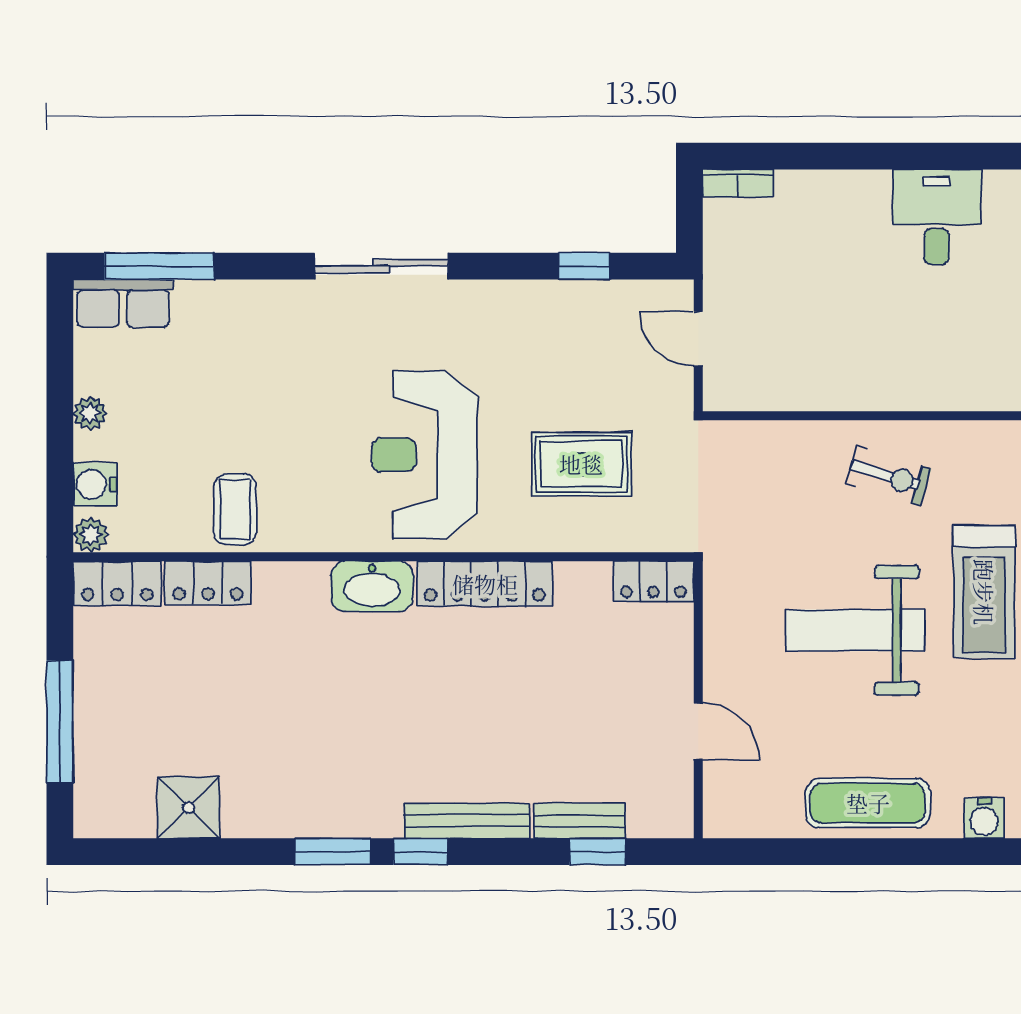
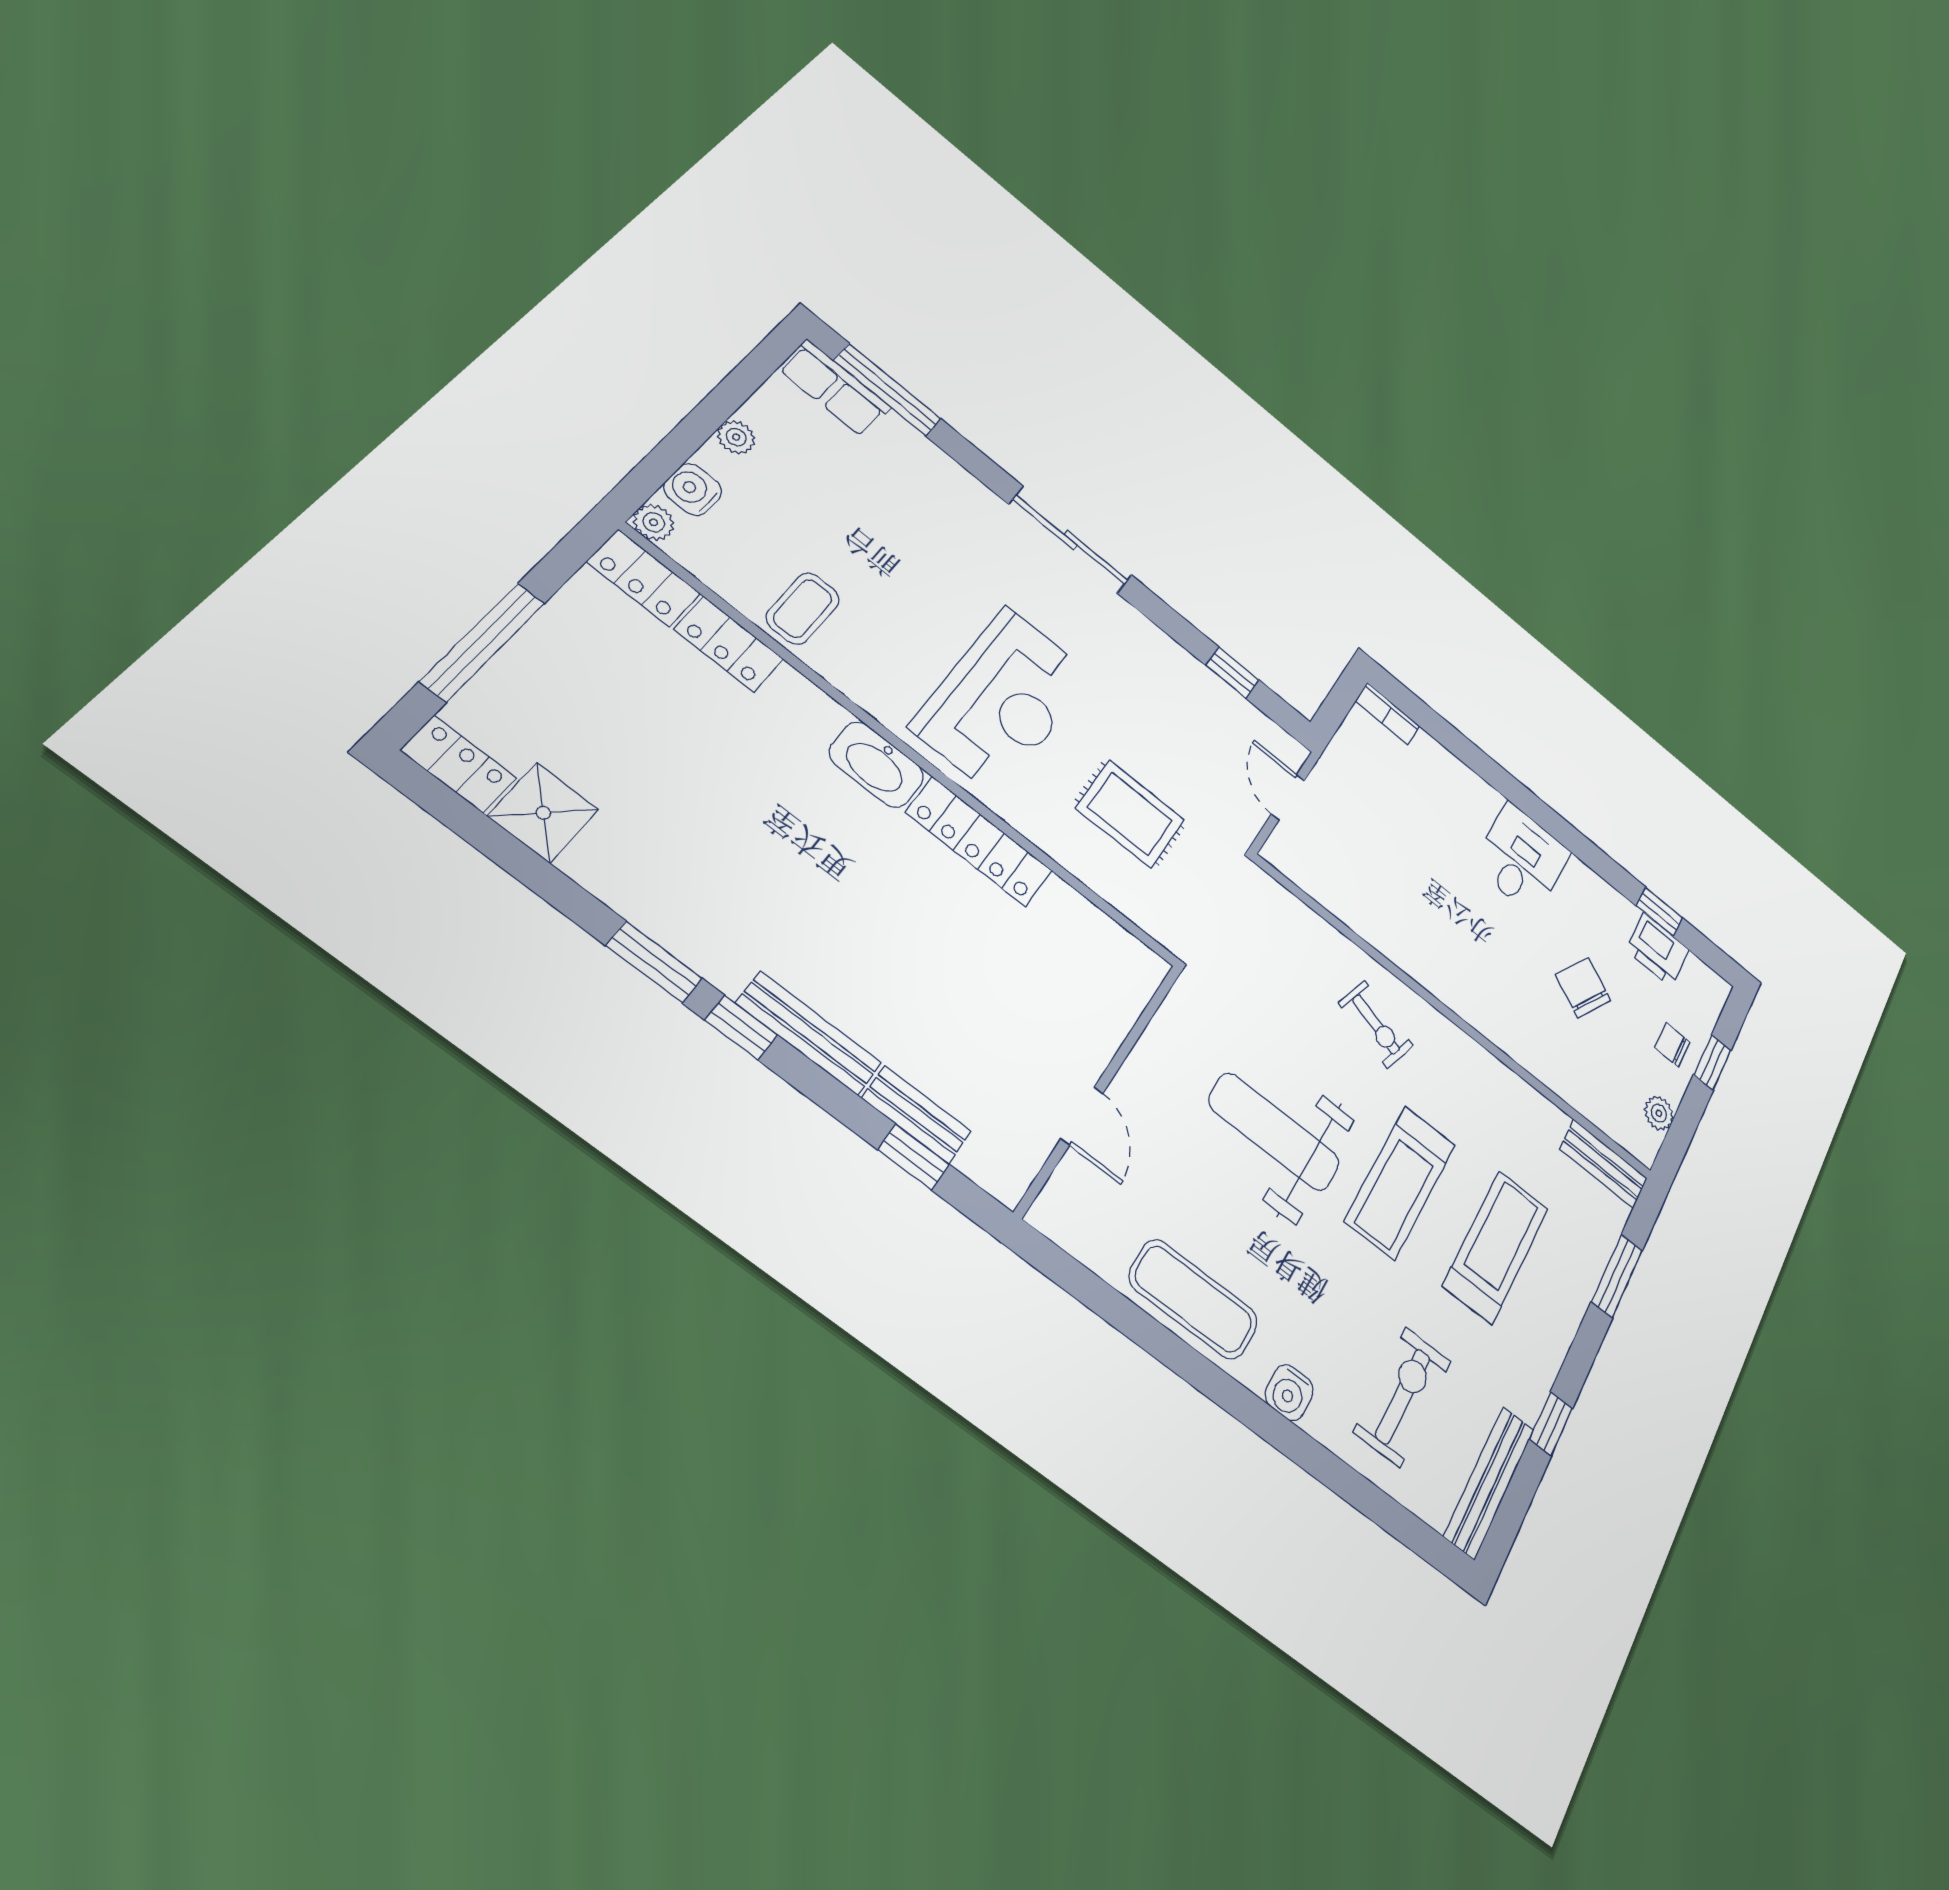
reception desk: (424, 455) -> (1002, 701), turned 180
locker: (653, 582) -> (458, 764), moved, turned 180

